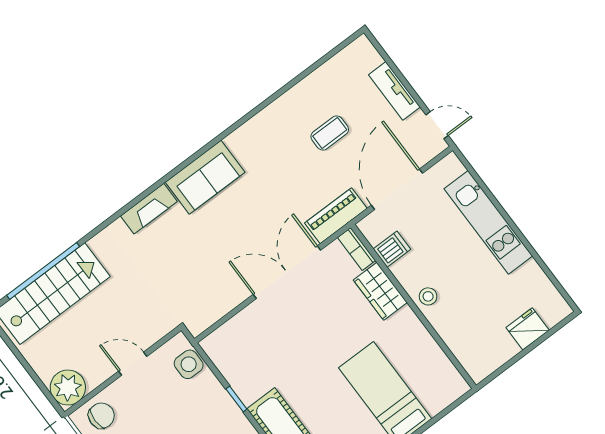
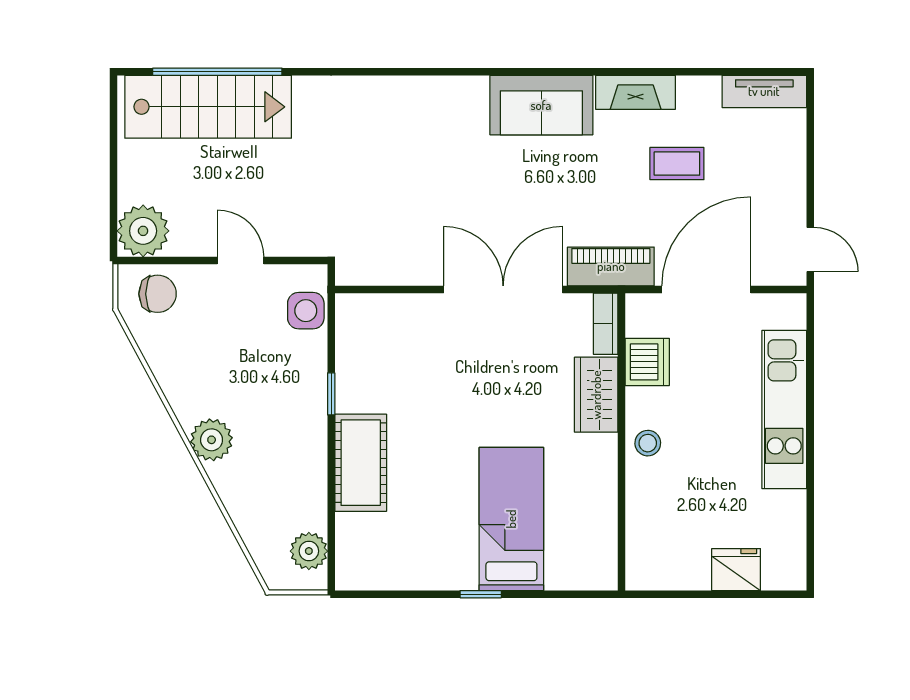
tv unit: (394, 91) -> (764, 91), moved, turned -90
sofa: (205, 177) -> (541, 105), moved
fireplace: (149, 209) -> (636, 92), moved
dishwasher: (392, 249) -> (647, 362), width x1.38

